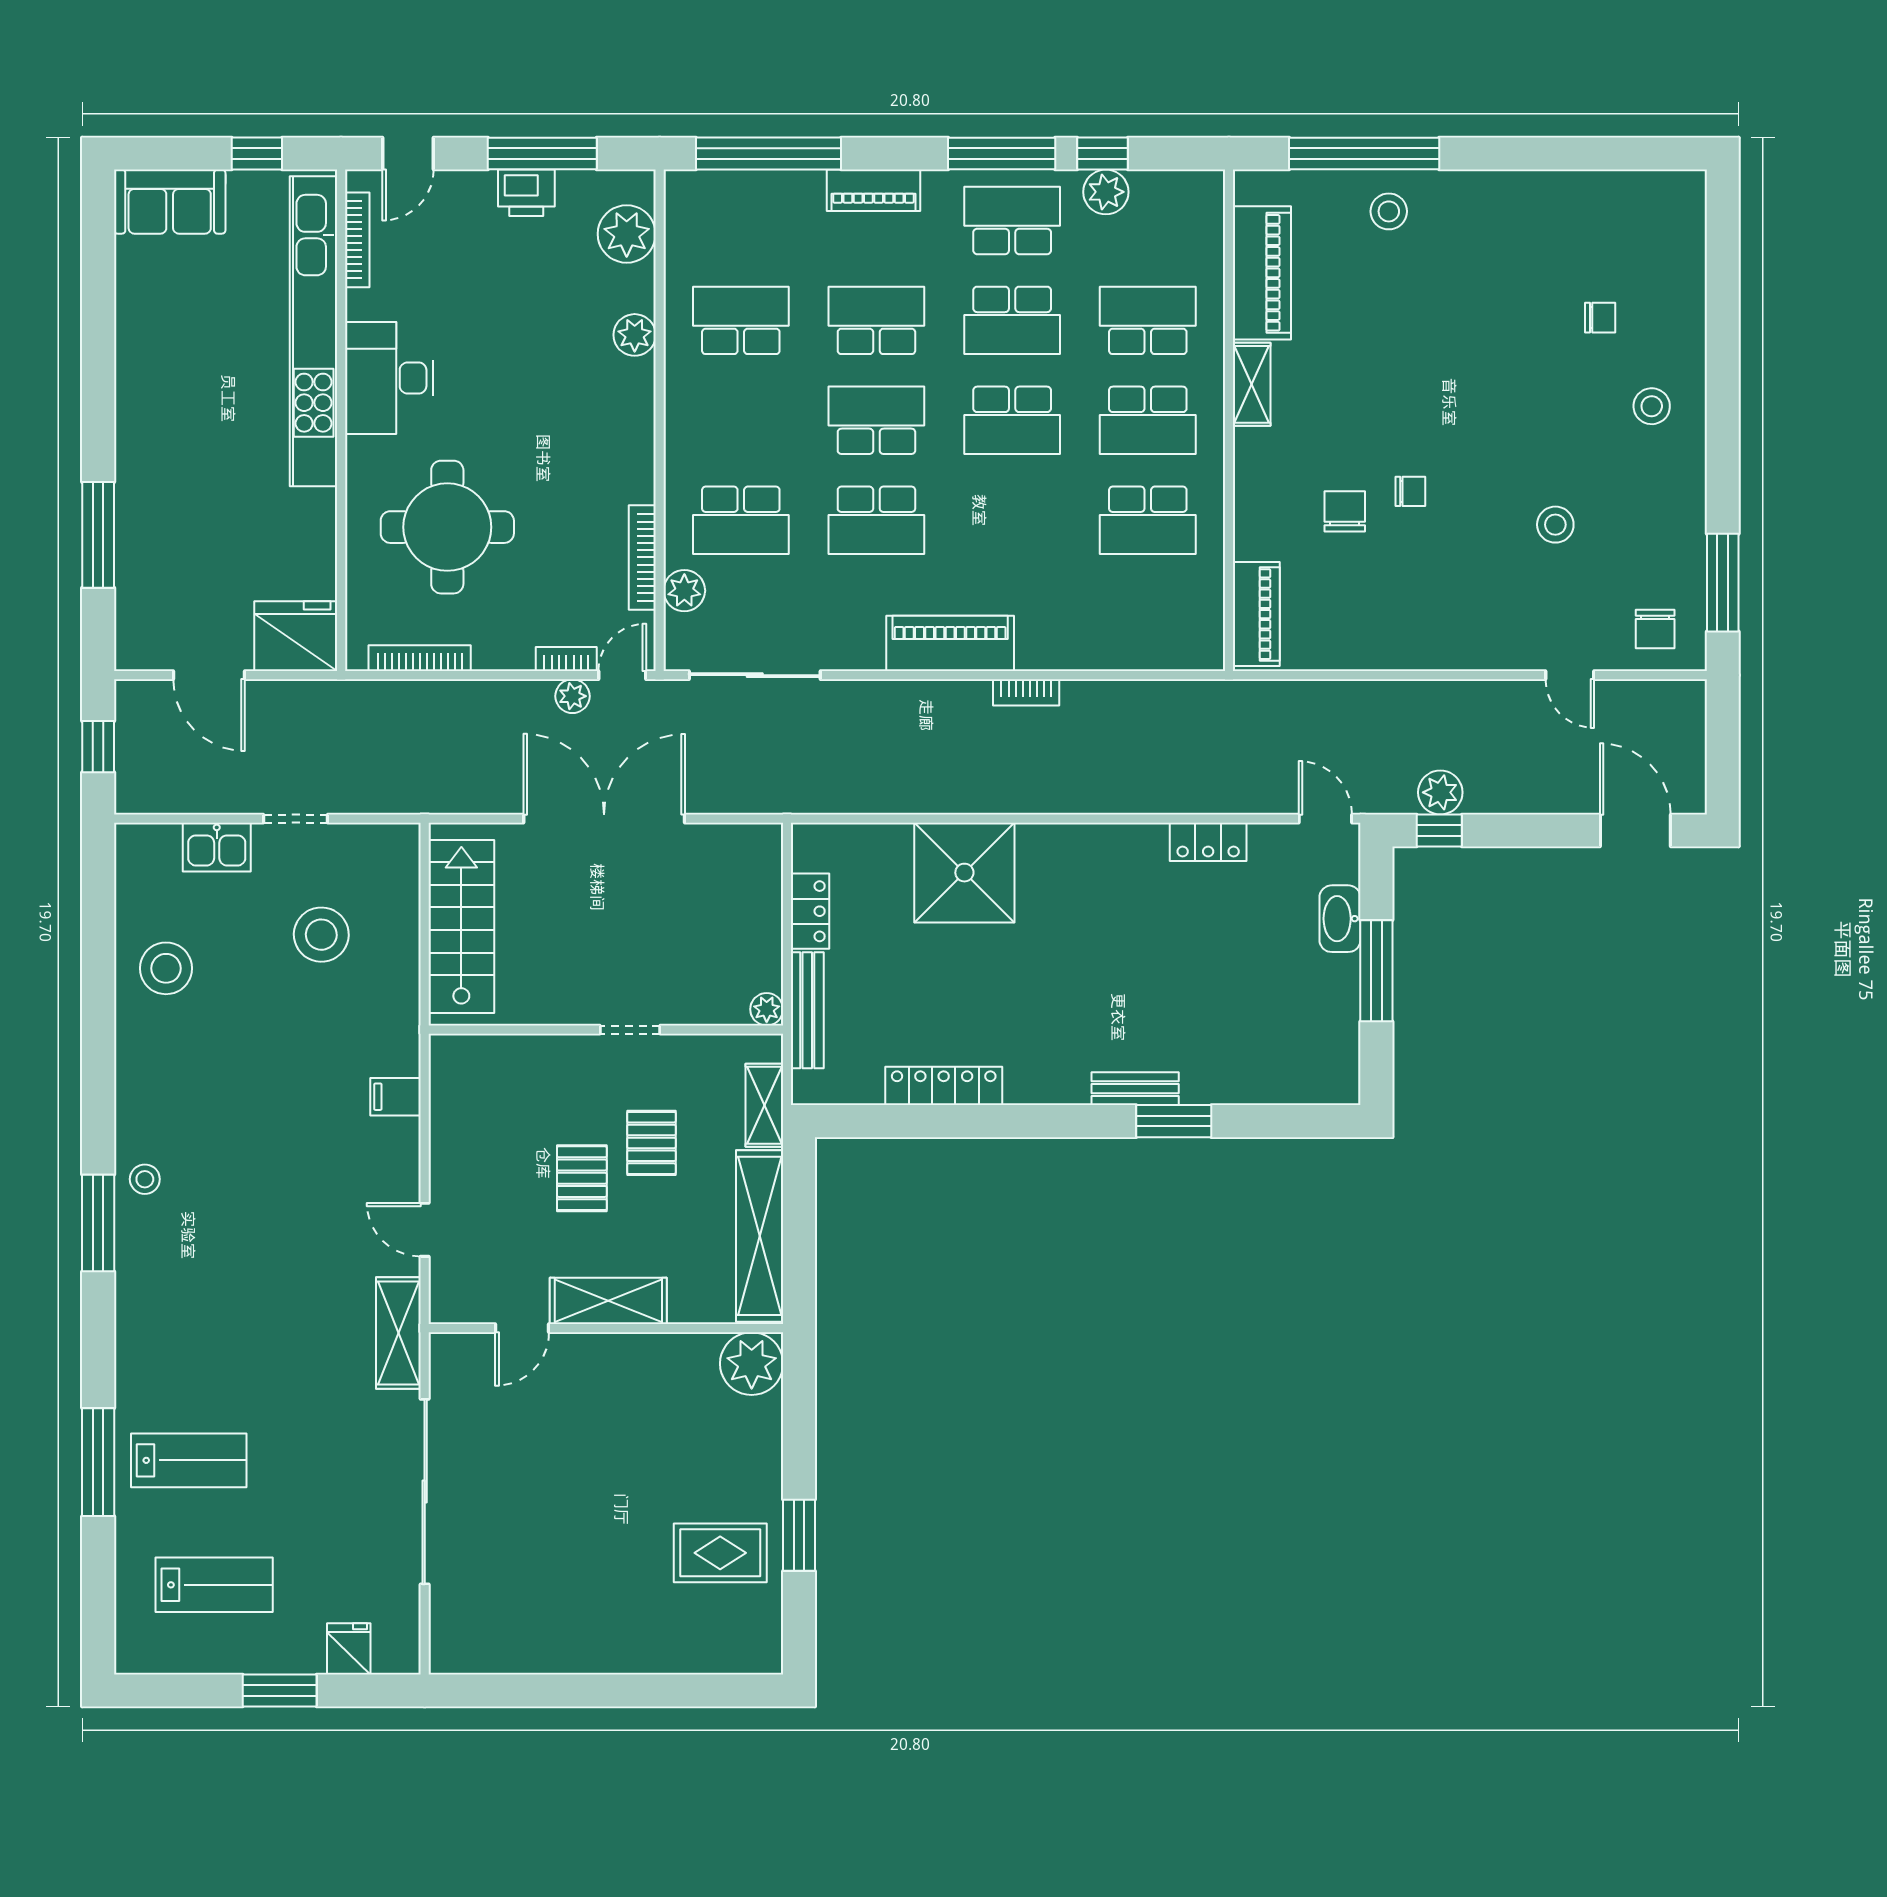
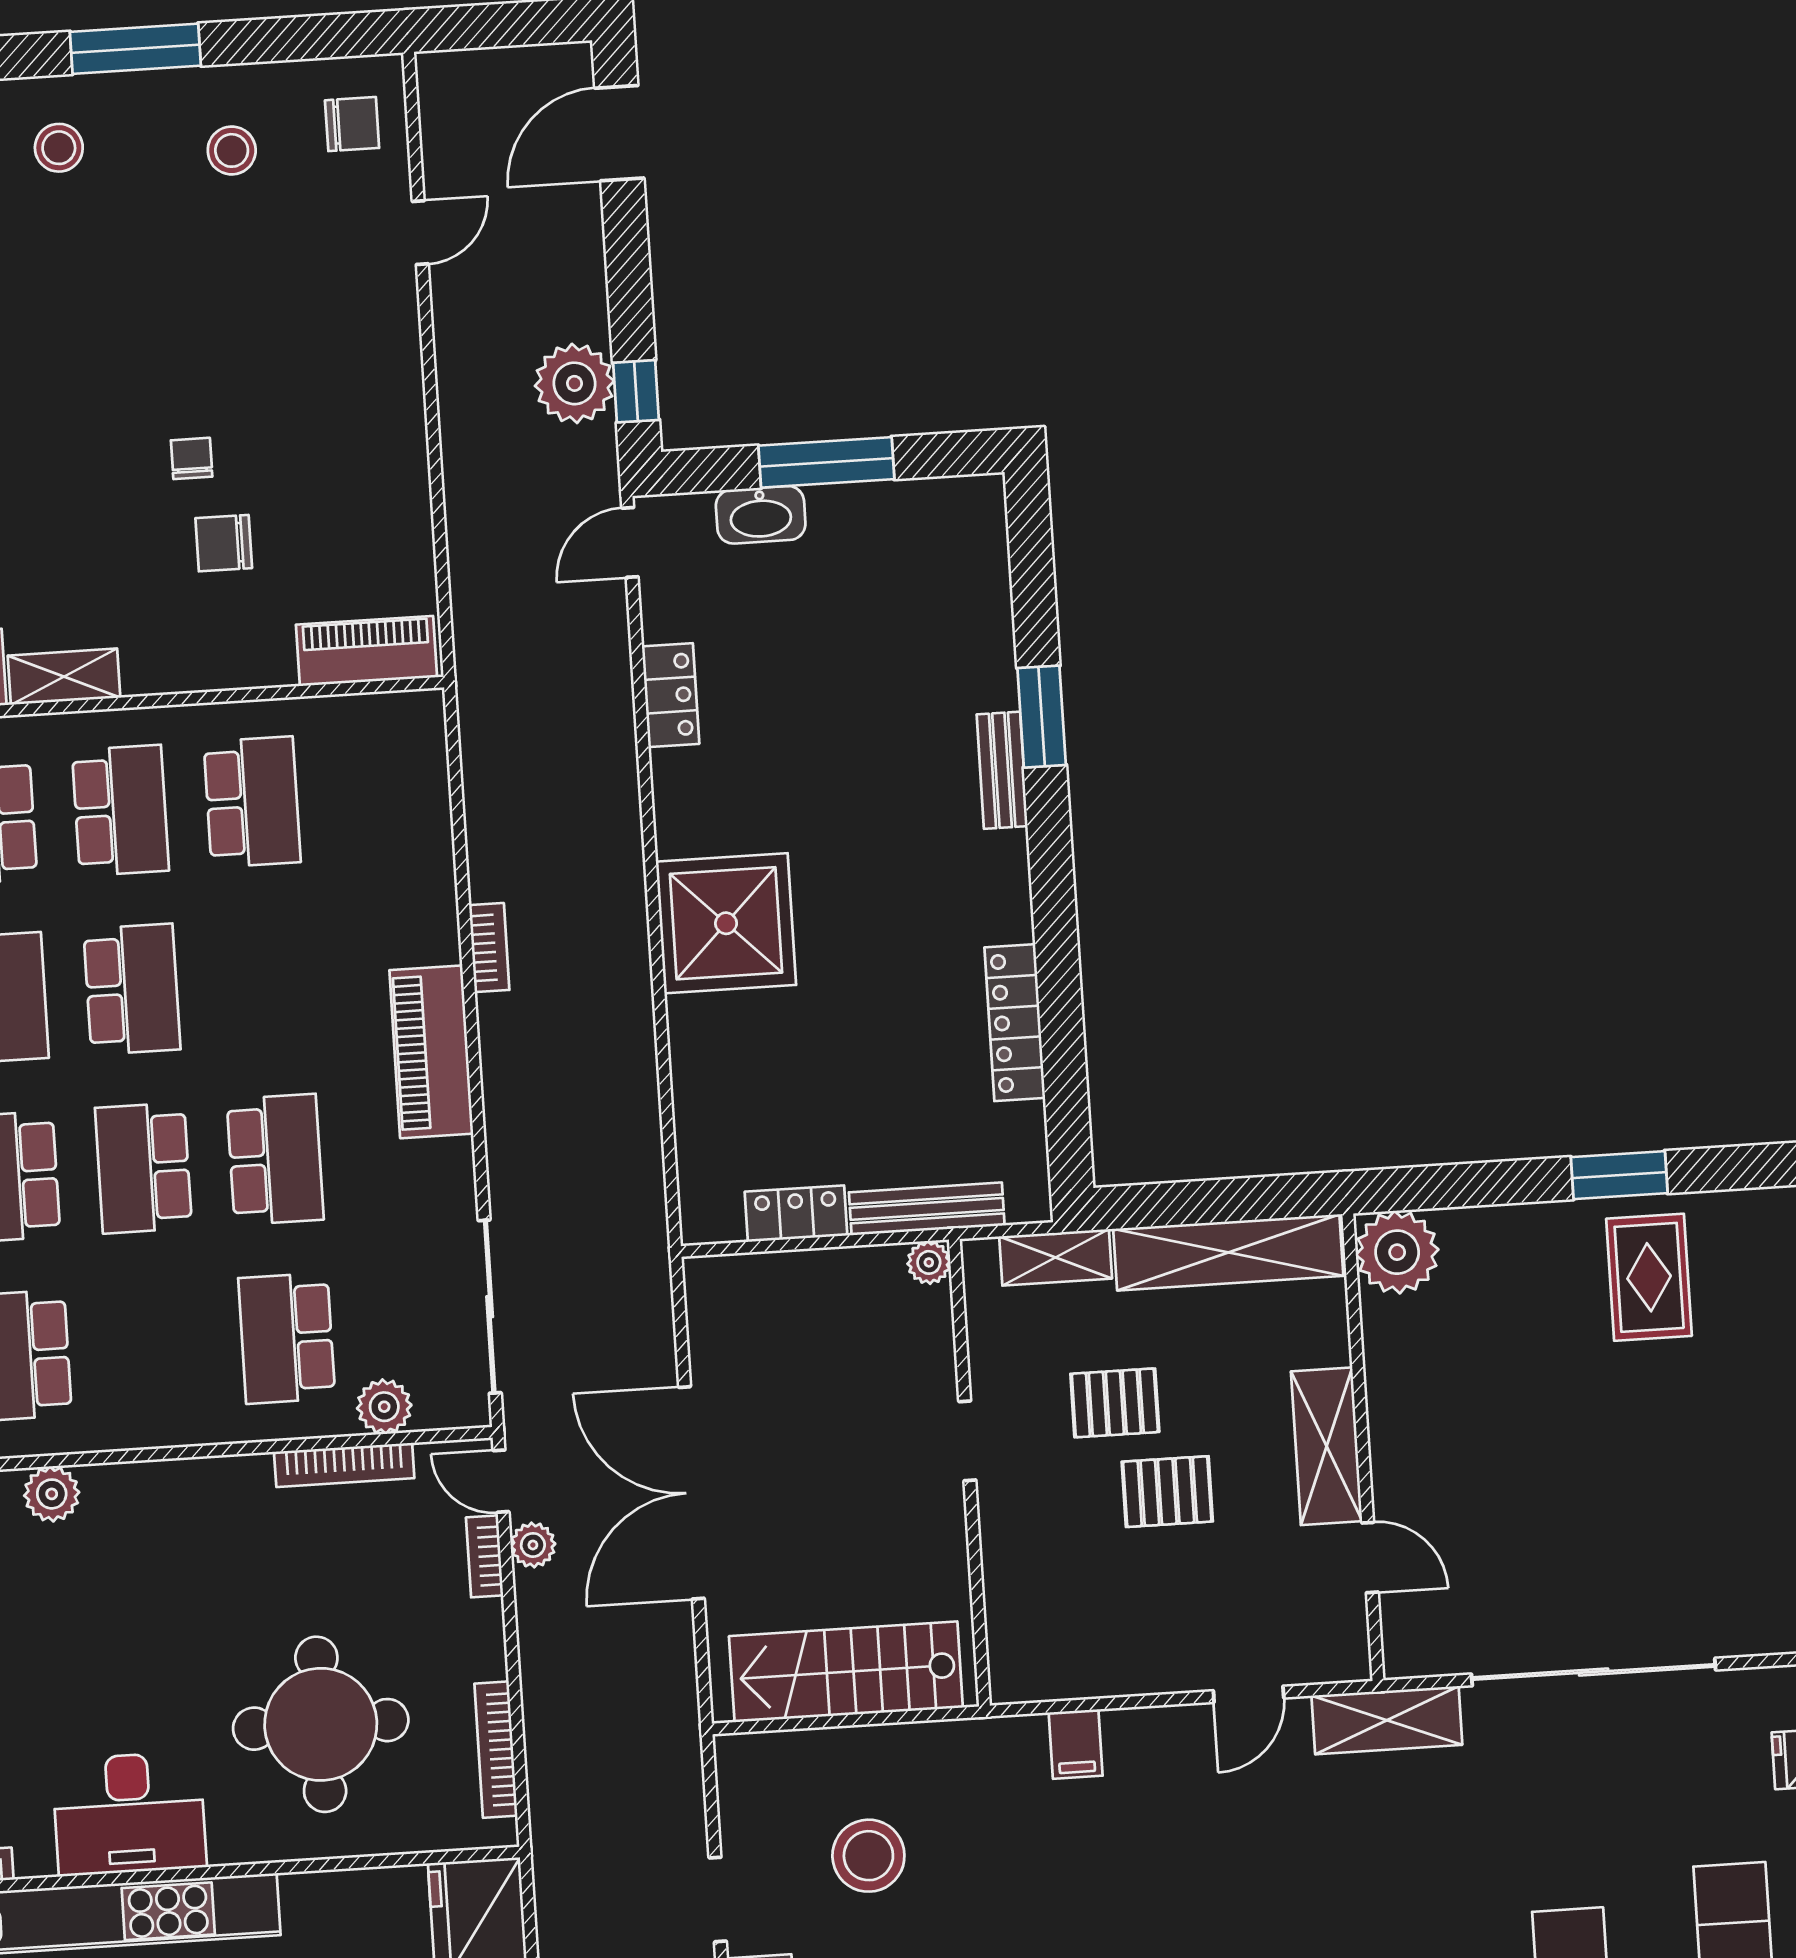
school desk: (741, 520) -> (287, 1338), turned 180
stool: (1555, 525) -> (232, 150), moved
window: (1723, 583) -> (135, 49), moved
plant: (1440, 792) -> (574, 383), width x1.36, depth x1.36
shower: (964, 873) -> (726, 923), moved

